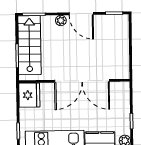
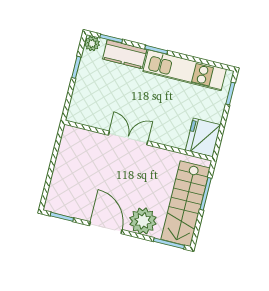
plant: (61, 20) -> (143, 221), width x1.87, depth x1.87
double door: (82, 81) -> (128, 138), width x0.54

